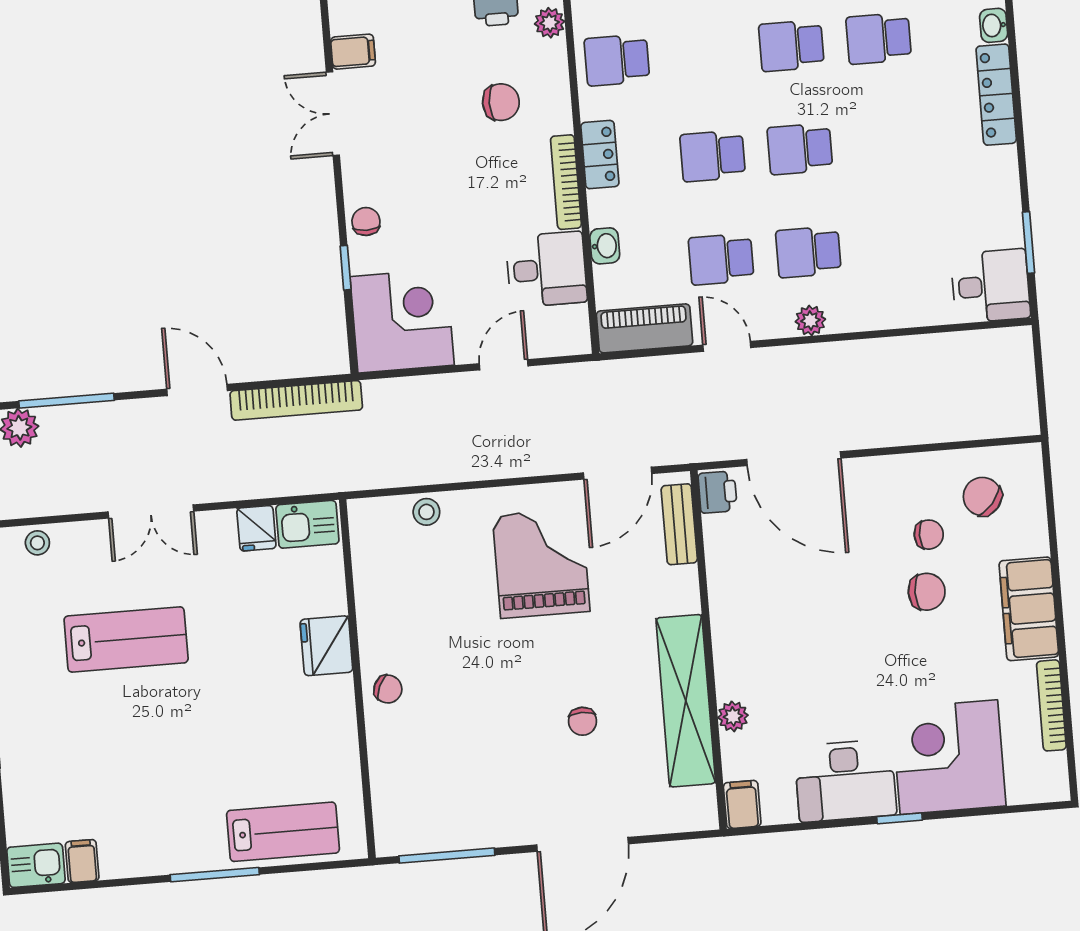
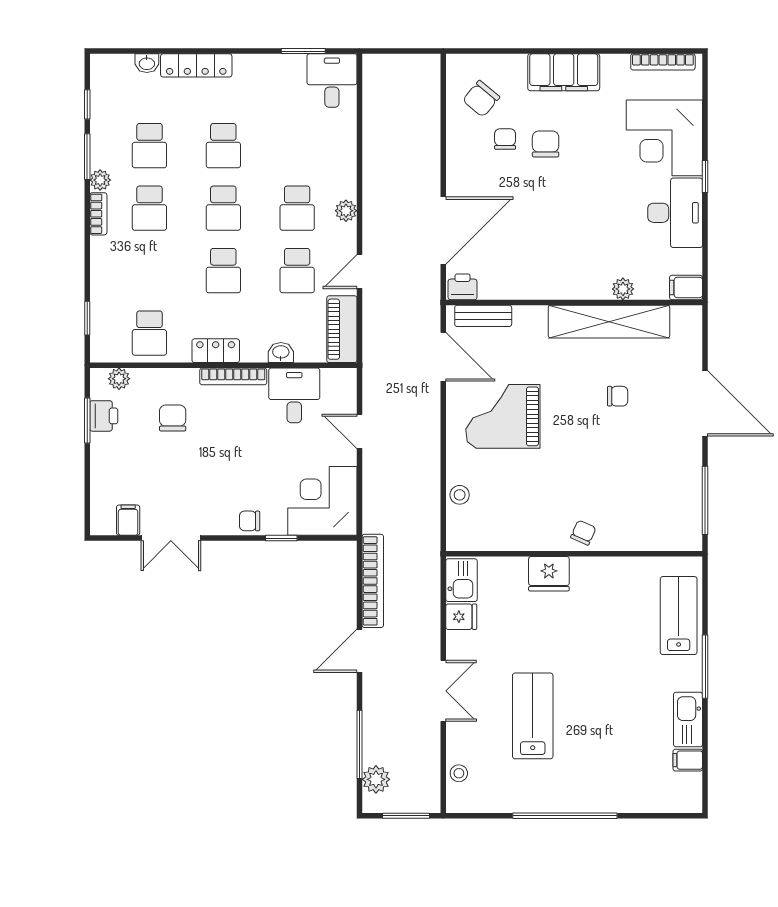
school desk: (887, 142) -> (223, 146), added
bookcase: (1051, 705) -> (663, 62), moved
kitchen sink: (36, 865) -> (688, 720), moved, width x1.38

